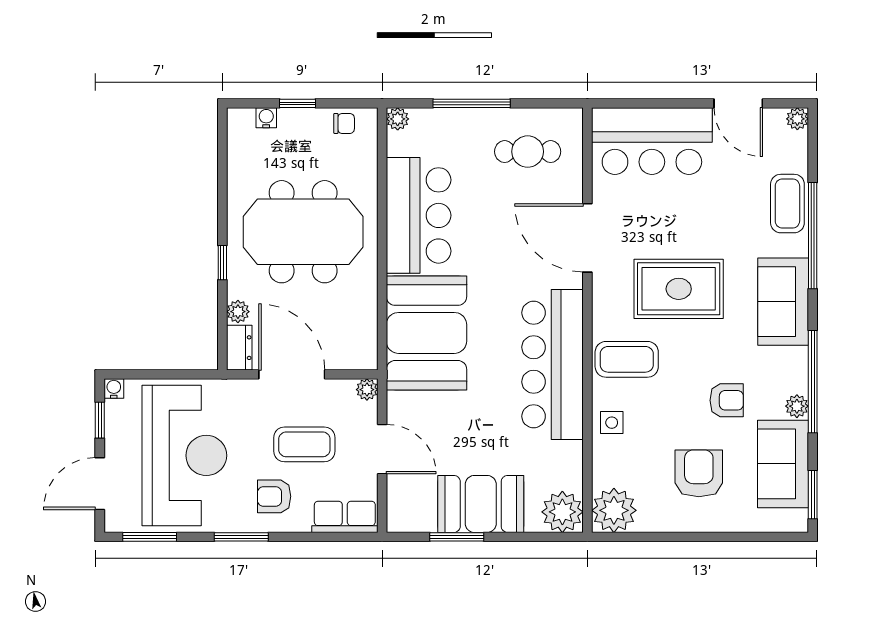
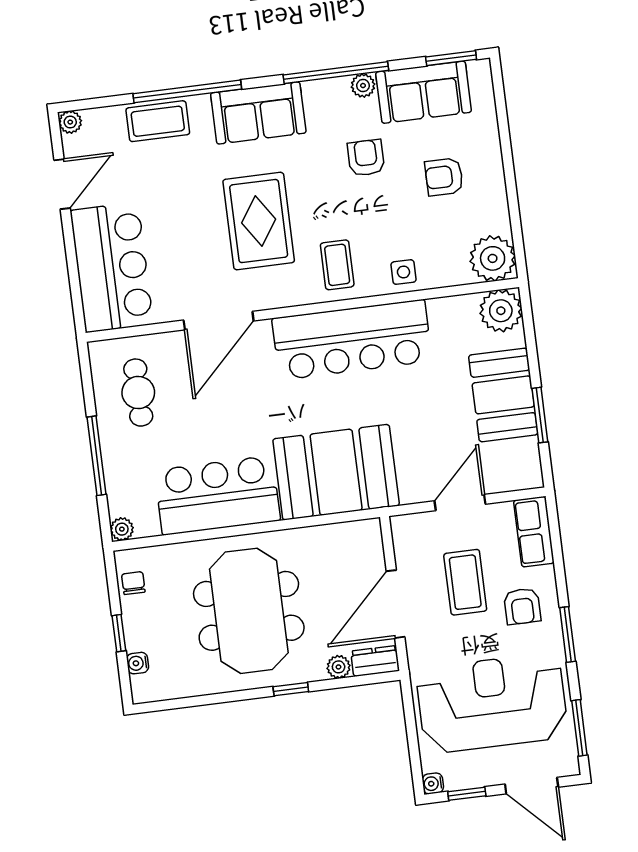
coffee table: (627, 359) -> (337, 265), width x0.73, depth x0.77
plant: (367, 390) -> (401, 526), removed
armchair: (699, 473) -> (444, 177), width x0.72, depth x0.72

